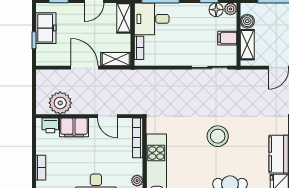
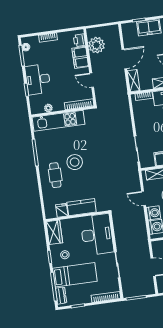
door: (107, 116) -> (92, 80), hinge flipped
stool: (218, 136) -> (75, 162), moved

